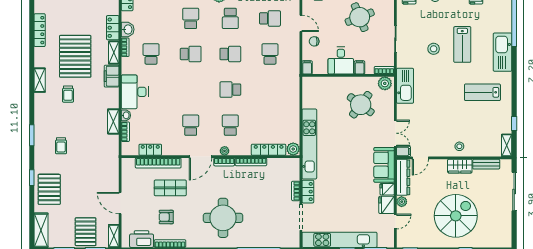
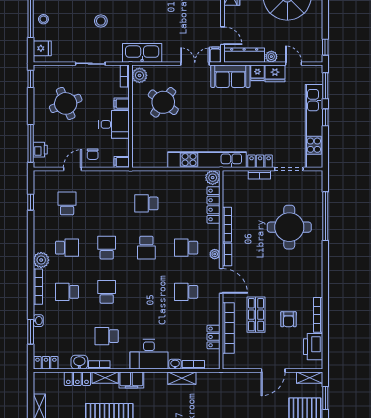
school desk: (270, 54) -> (146, 203), moved
round table: (223, 218) -> (289, 227), moved

